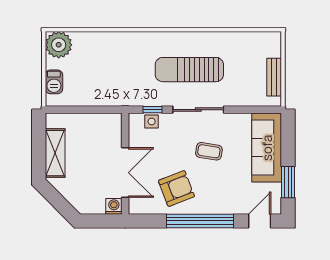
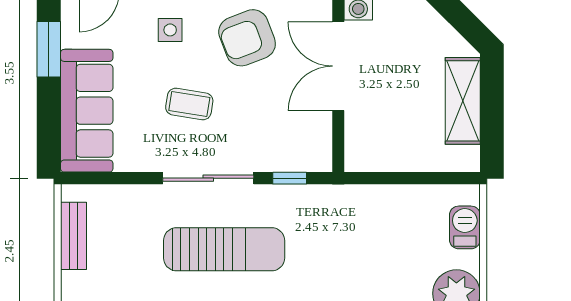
side table: (152, 122) -> (170, 30), moved

